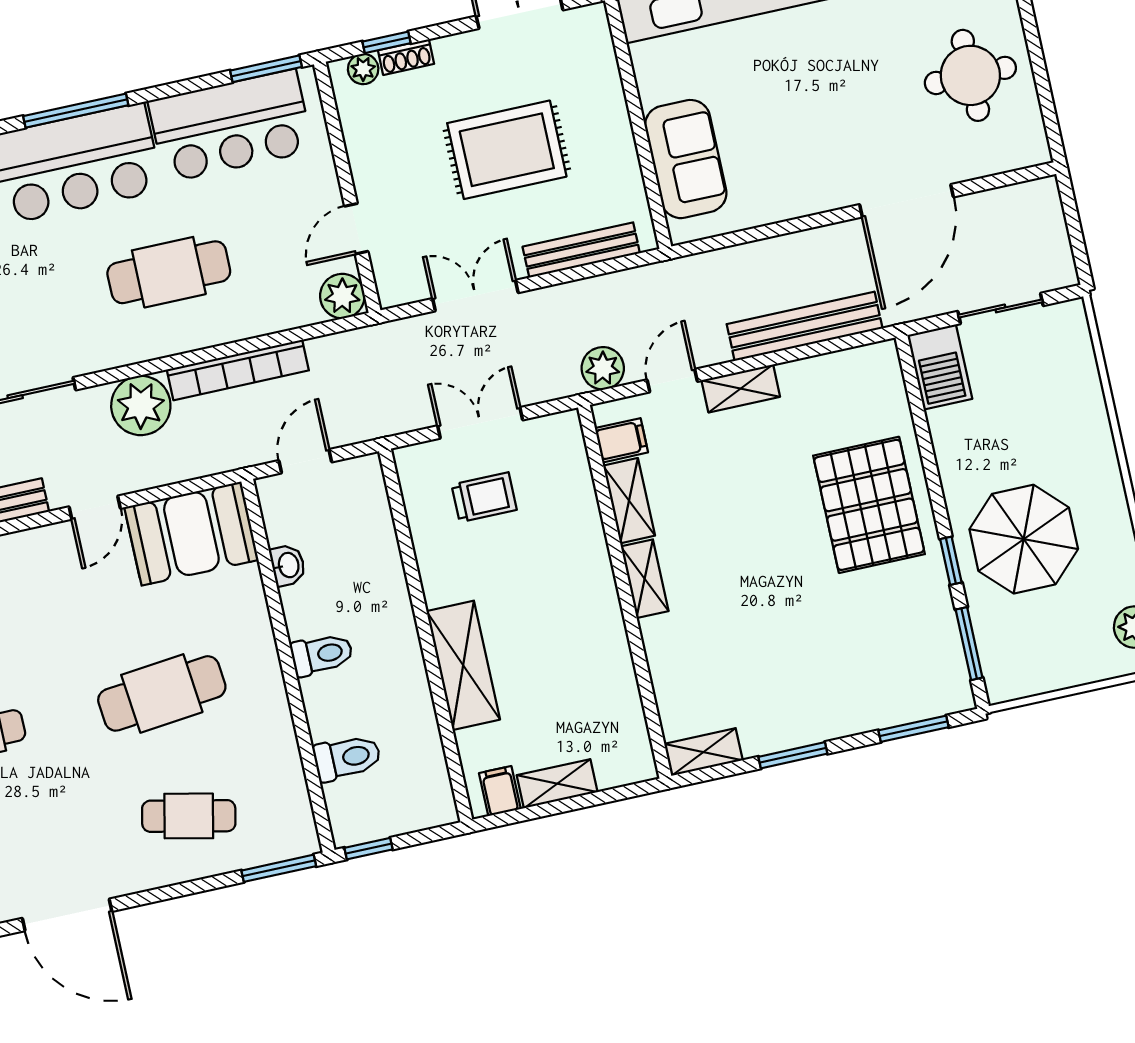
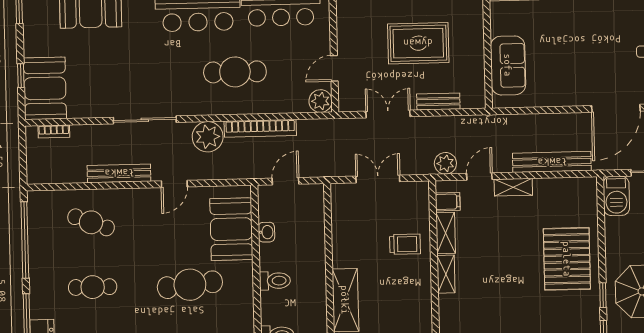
bench: (581, 250) -> (438, 101), width x0.73
trolley: (484, 497) -> (405, 244), moved
booth: (191, 534) -> (231, 229), moved, turned 90

